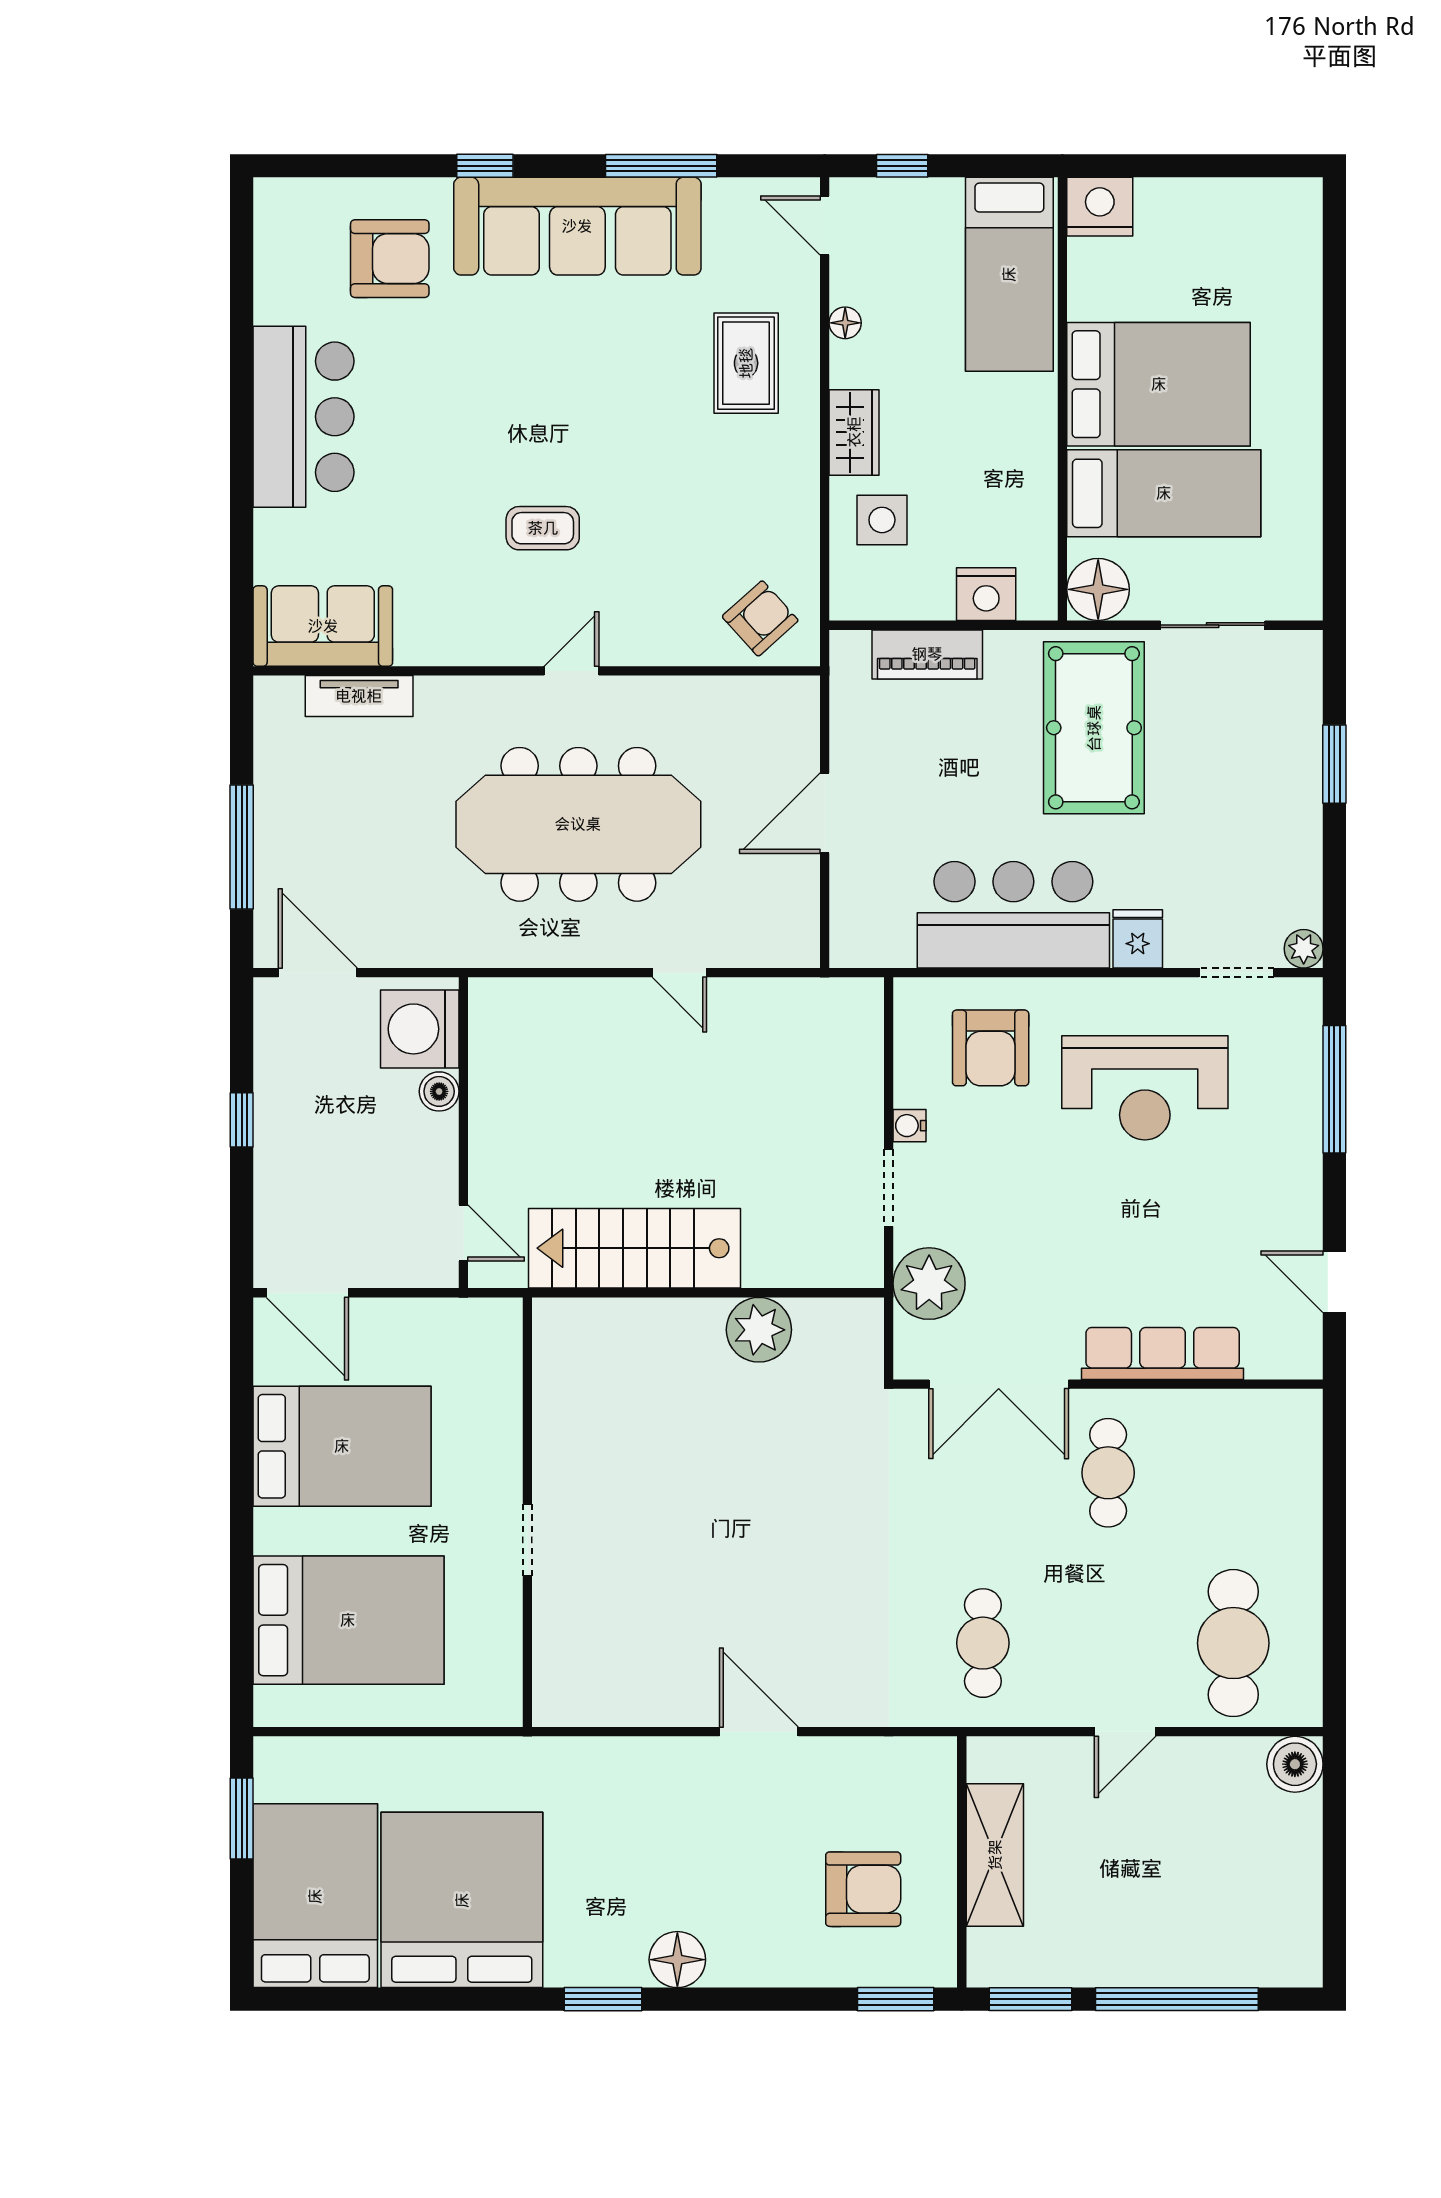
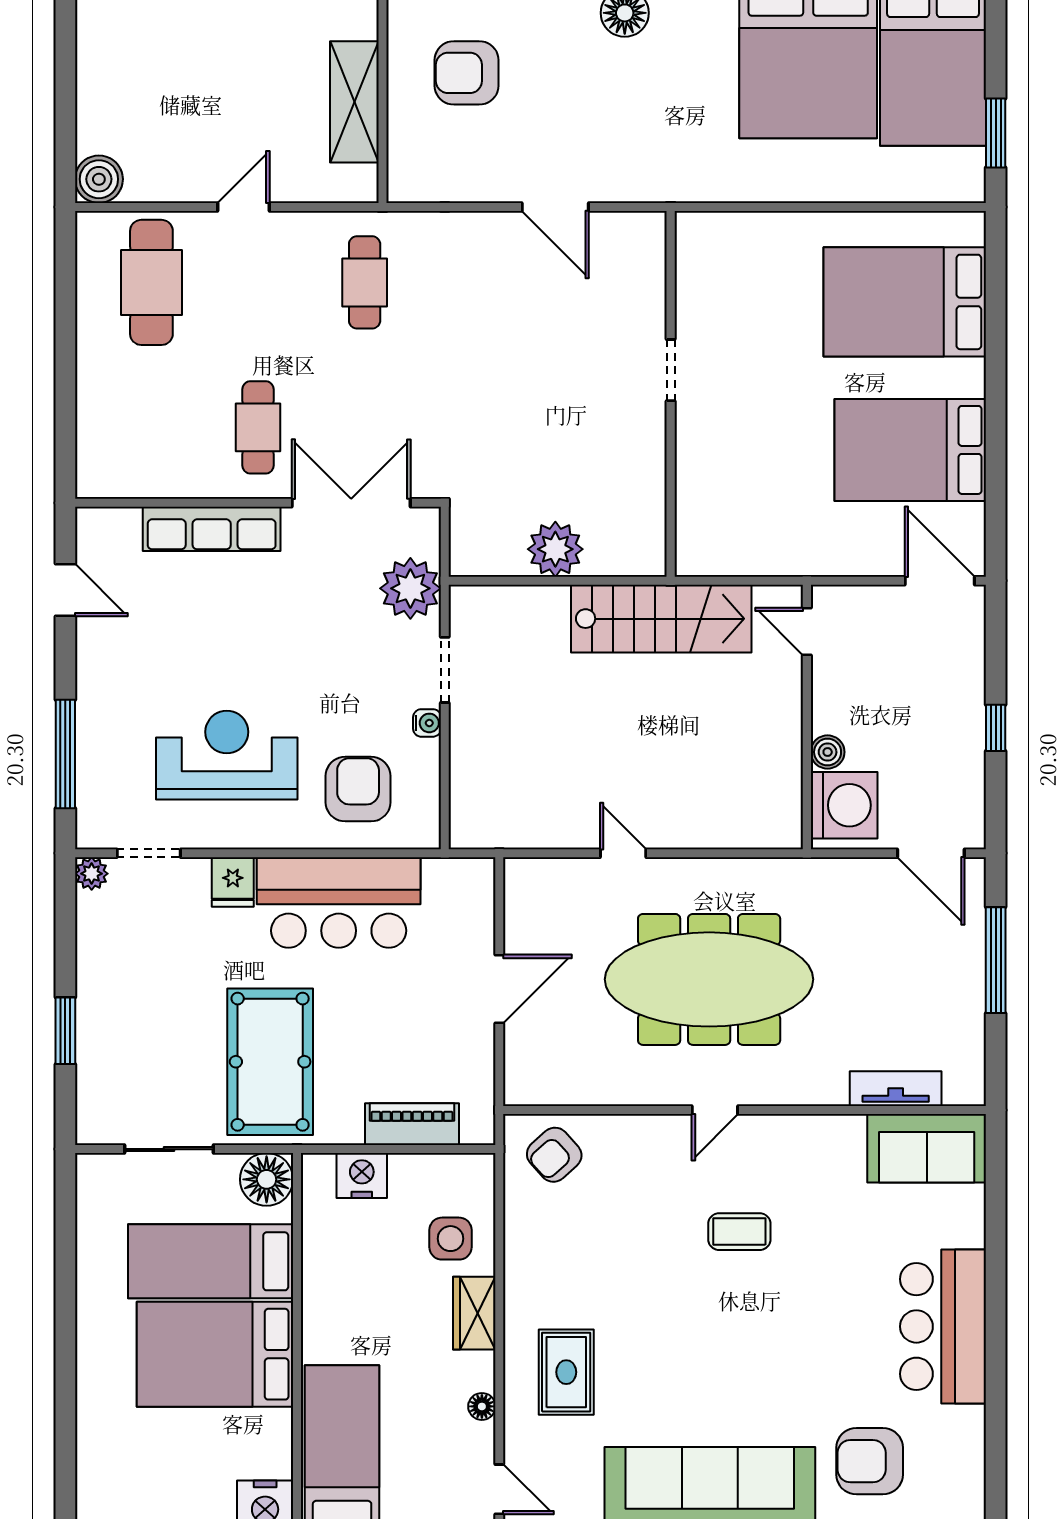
wall: (527, 1512) -> (671, 394), moved
doorway: (527, 1540) -> (671, 370), moved

